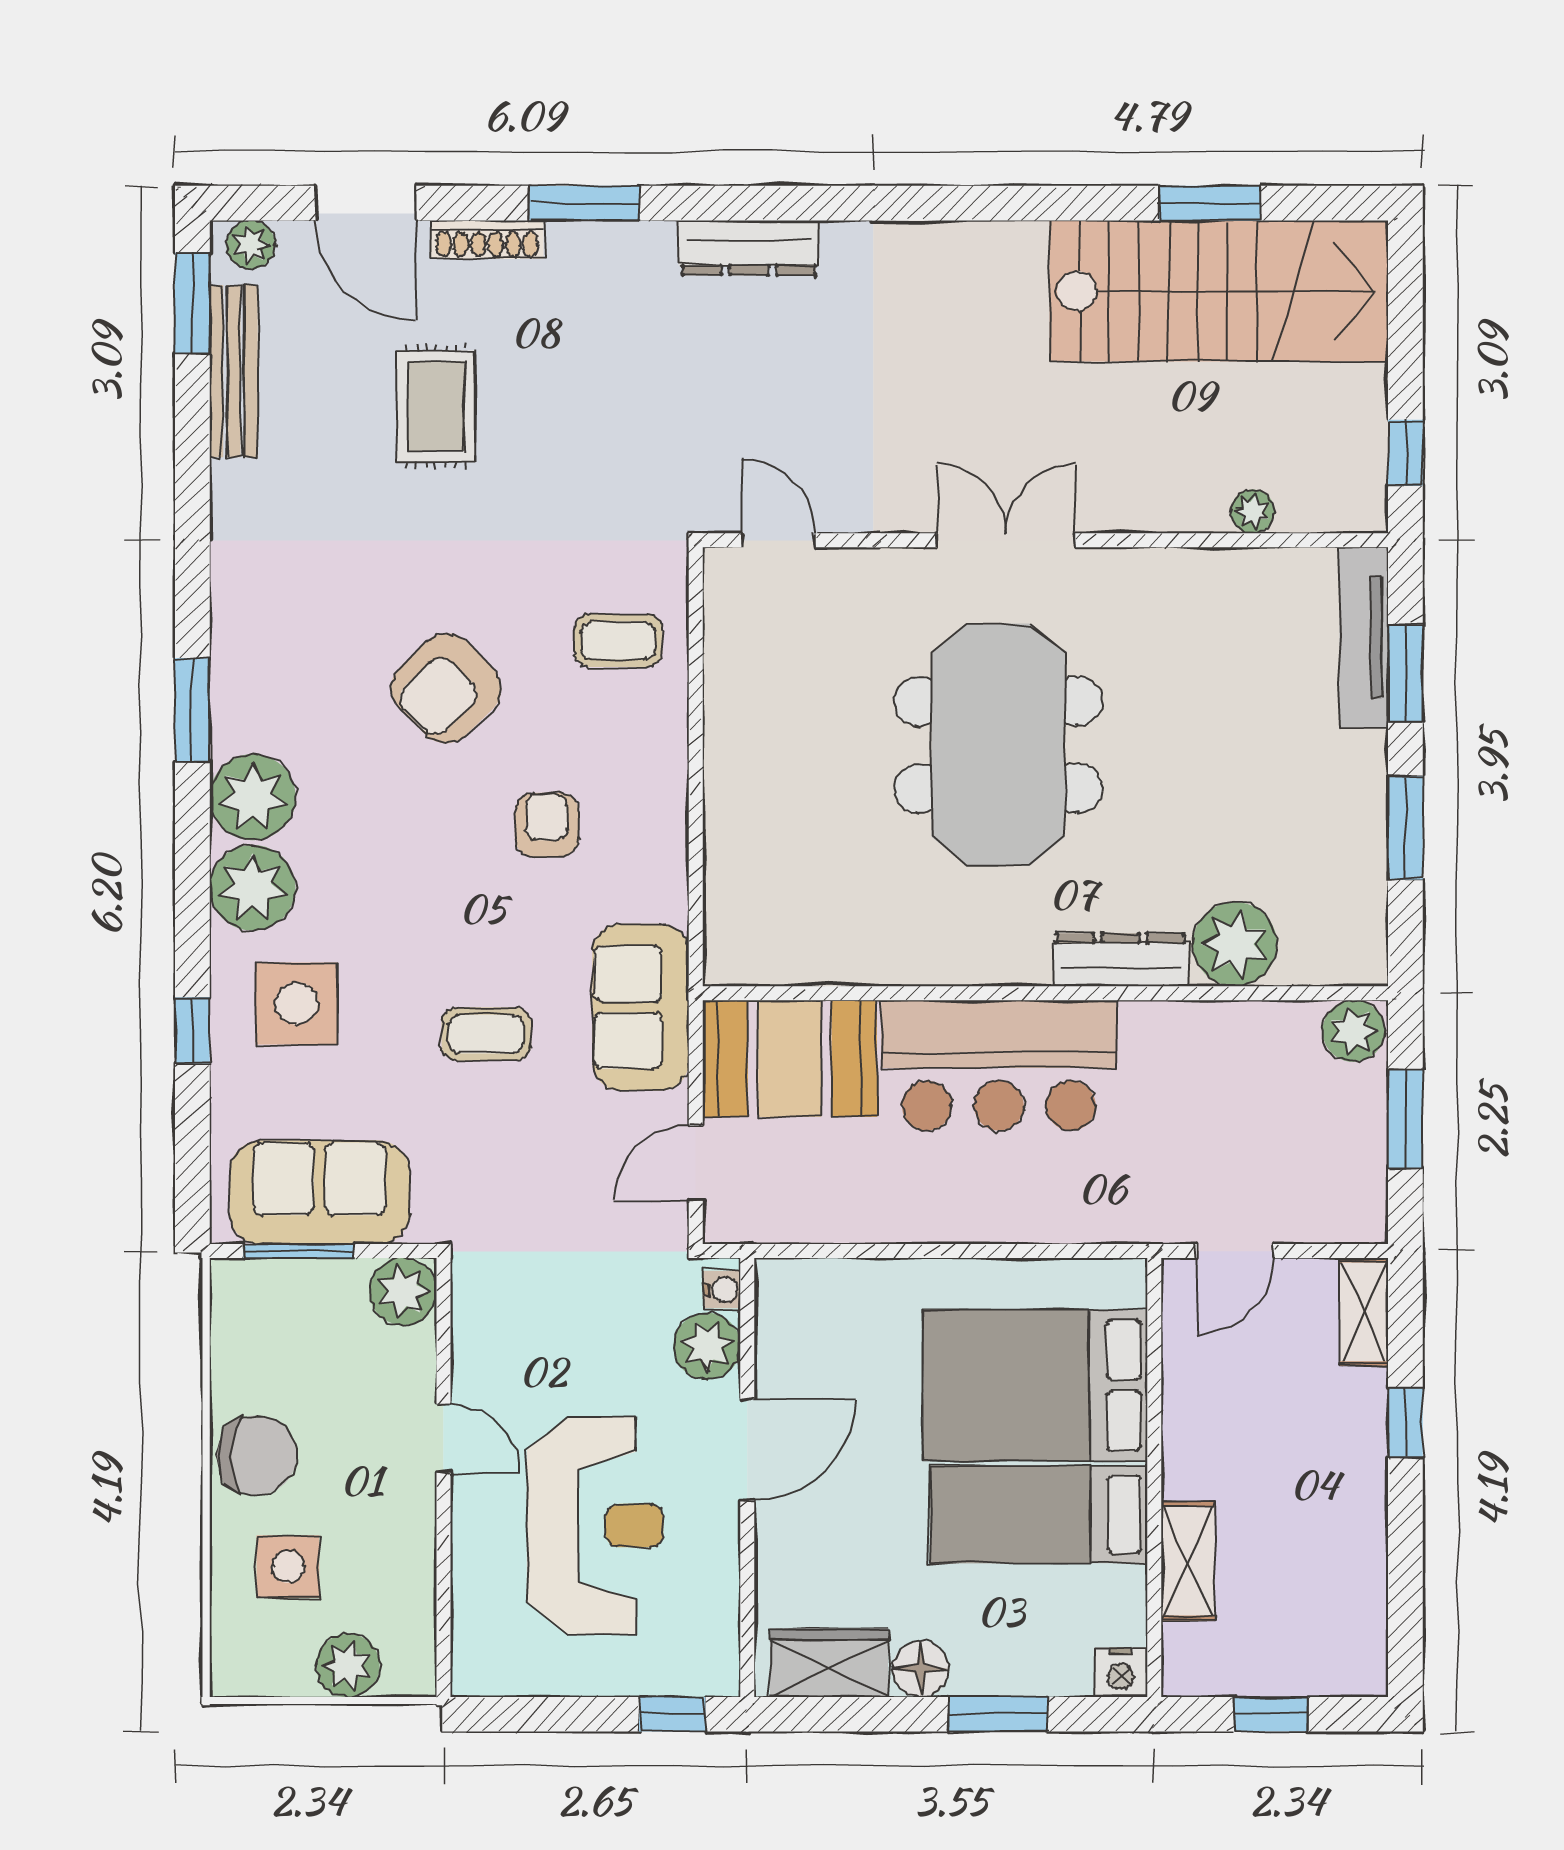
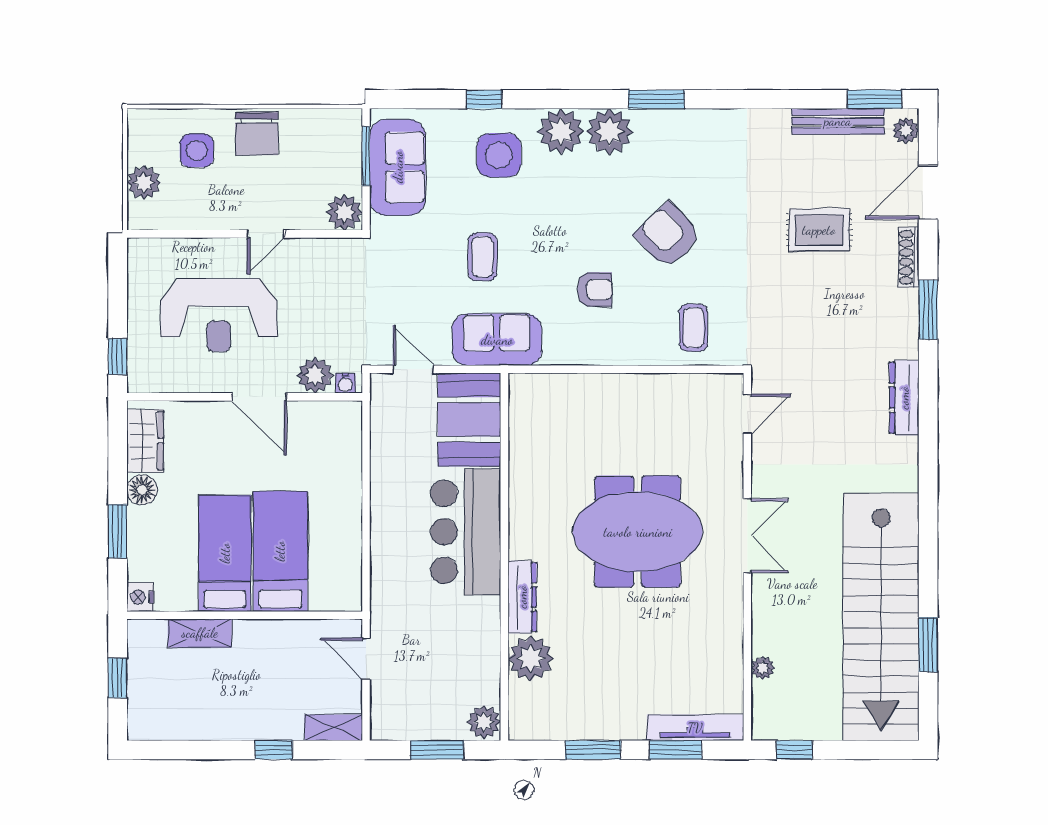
stairs: (1219, 291) -> (881, 617), width x1.36
bed: (1035, 1385) -> (280, 551), width x0.67

